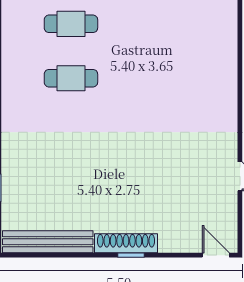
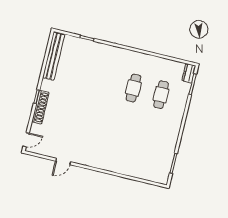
shoe rack: (126, 243) -> (40, 107), moved

